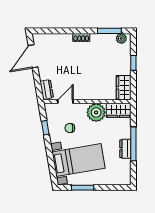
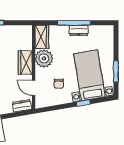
wardrobe: (124, 88) -> (25, 63), moved, turned 90
window: (45, 128) -> (83, 103), moved

